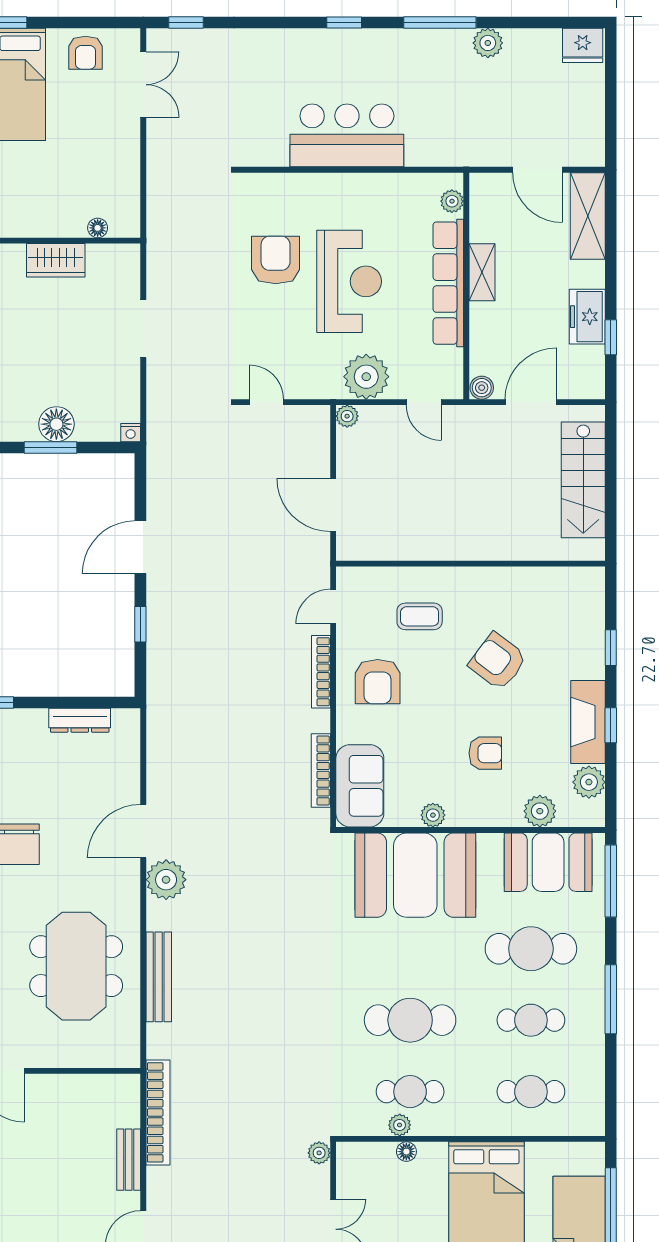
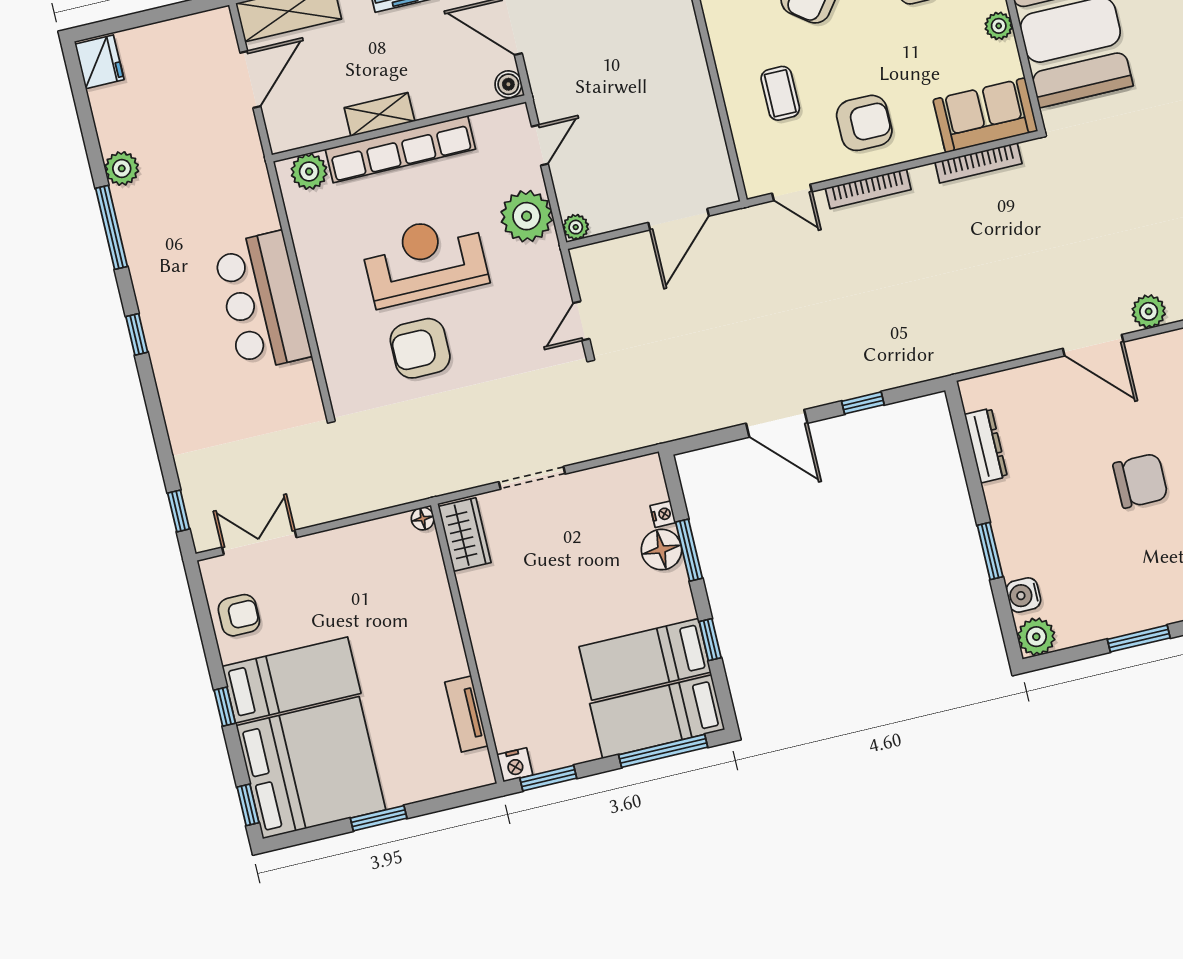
plant: (452, 201) -> (309, 172), width x1.38, depth x1.38
floor lamp: (98, 228) -> (423, 519), moved
wardrobe: (56, 260) -> (465, 535), moved
nightstand: (131, 433) -> (663, 514), moved
plant: (166, 880) -> (1149, 311), width x0.73, depth x0.73

